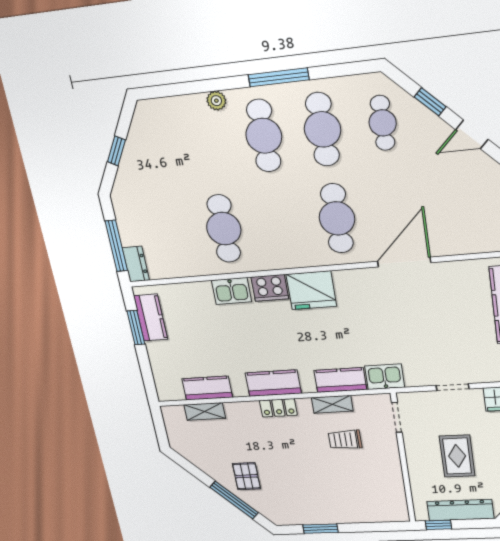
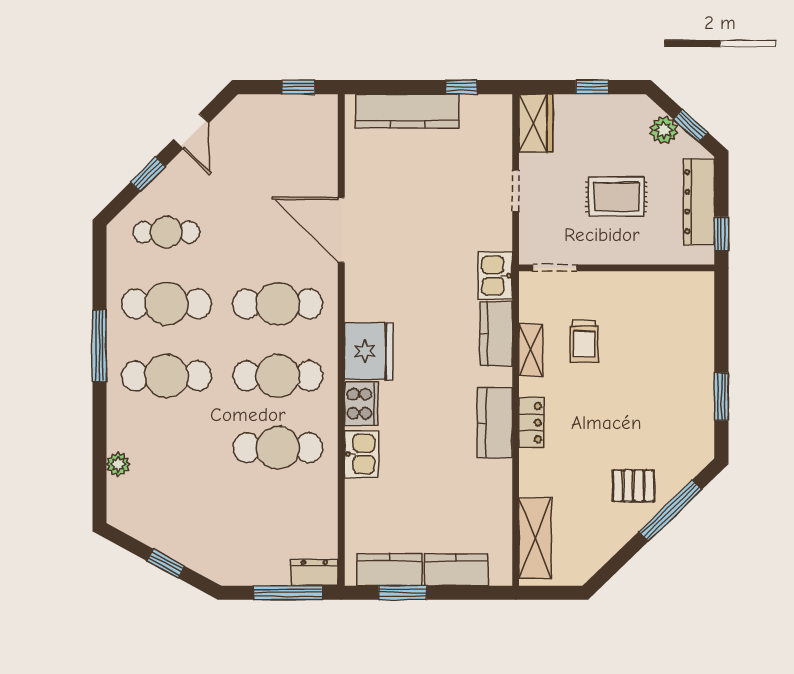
plant: (216, 101) -> (118, 464), moved
cafe table: (280, 224) -> (278, 376), added
kitchen counter: (207, 388) -> (456, 570), moved, turned 90
shelving: (205, 412) -> (535, 538), width x1.50, depth x1.33

